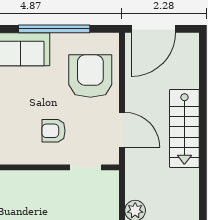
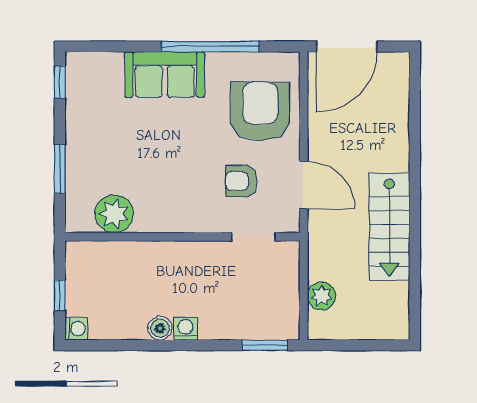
stairs: (184, 128) -> (389, 227), moved
armchair: (54, 131) -> (241, 181), moved

